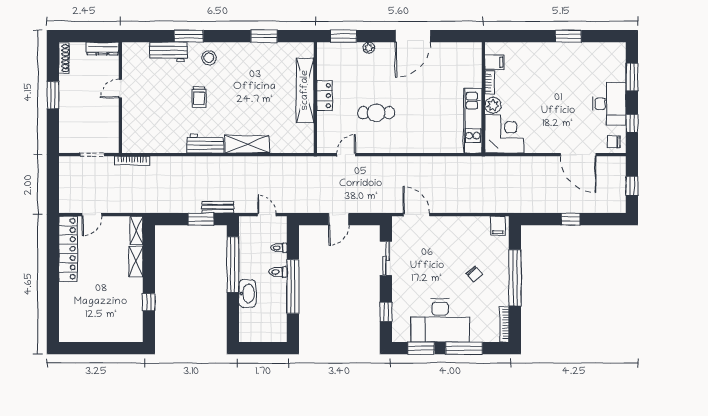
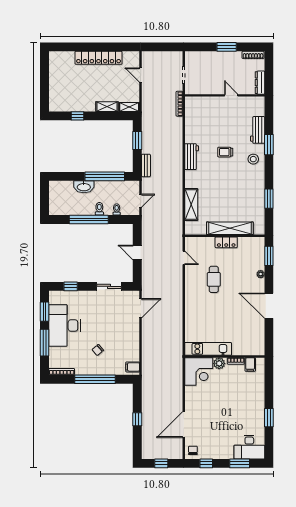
desk: (609, 104) -> (249, 447), moved
shelving: (247, 144) -> (191, 205), moved
window: (201, 219) -> (137, 141), moved
locker: (68, 249) -> (99, 58), moved

